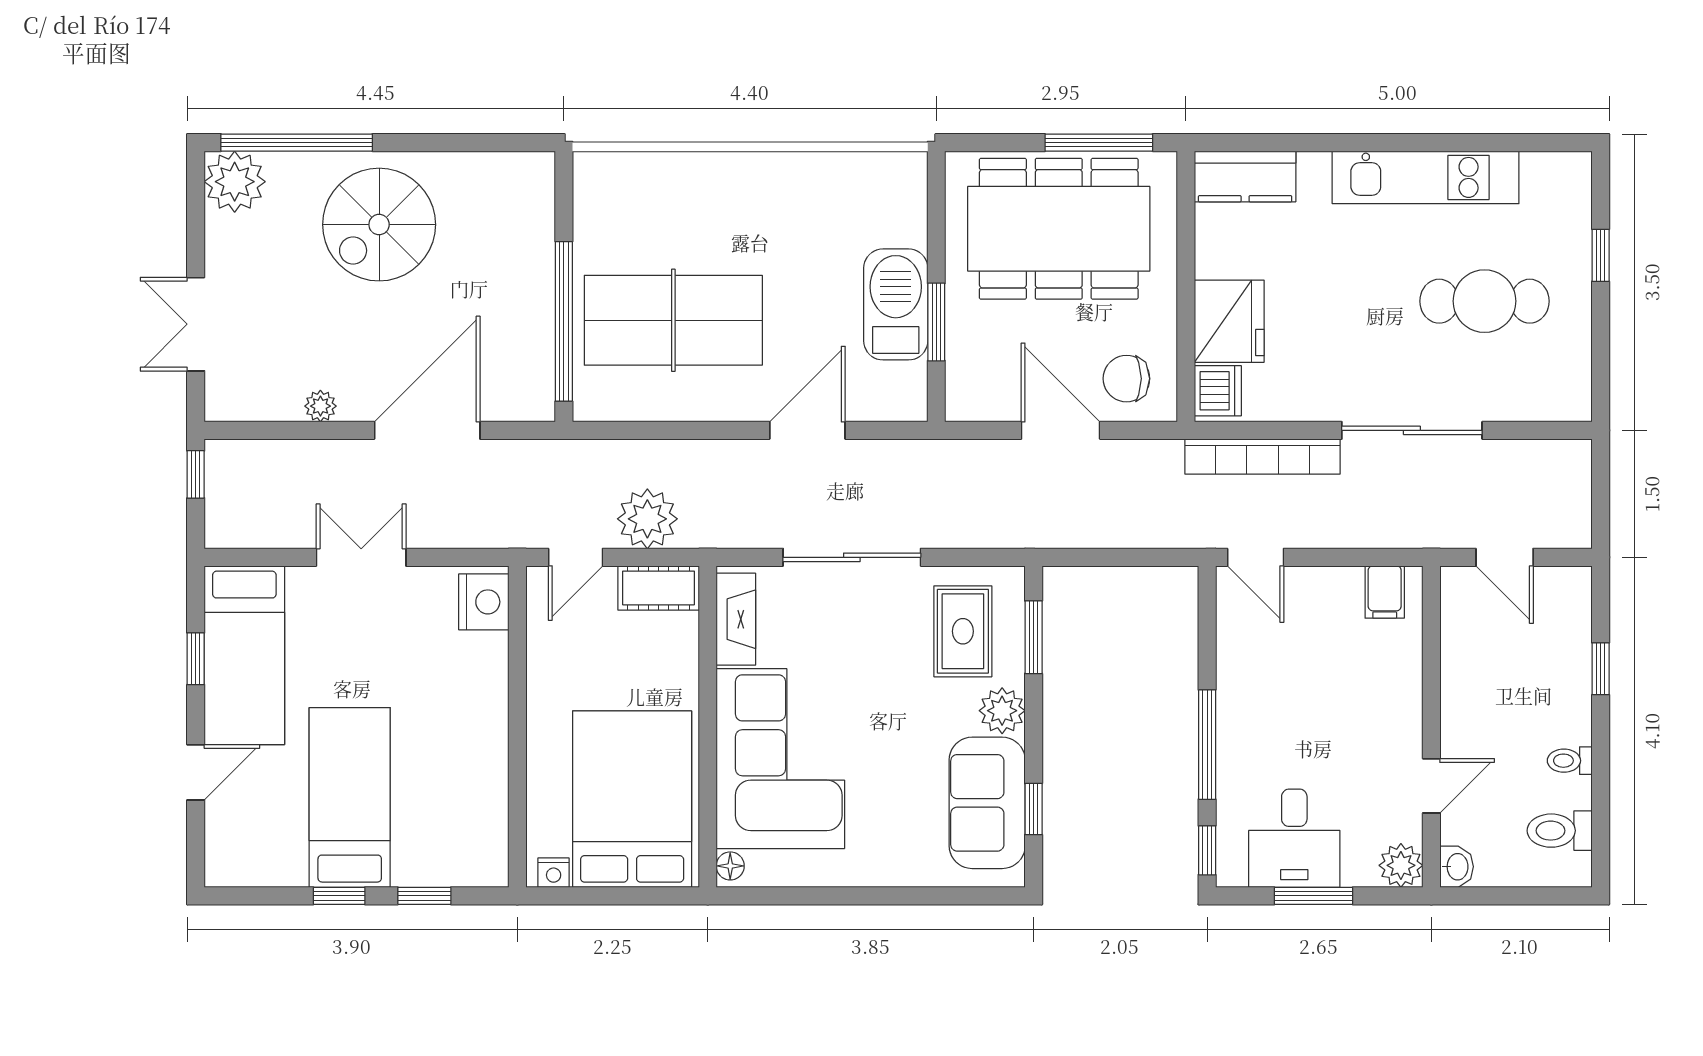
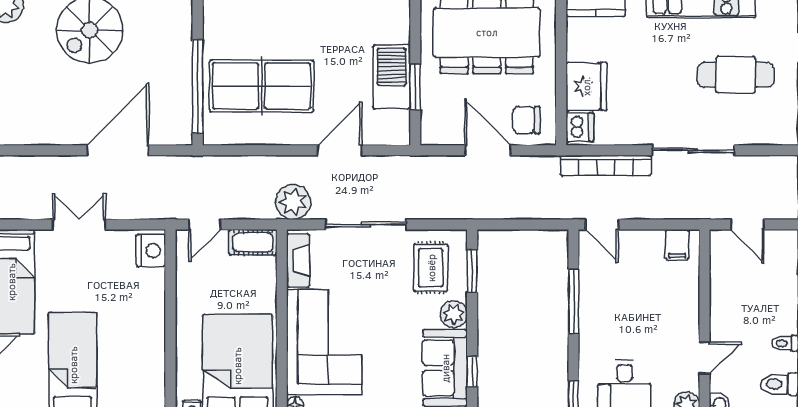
plant: (320, 406) -> (55, 136), removed
plant: (647, 519) -> (293, 202), moved
window: (1207, 745) -> (573, 301), moved

